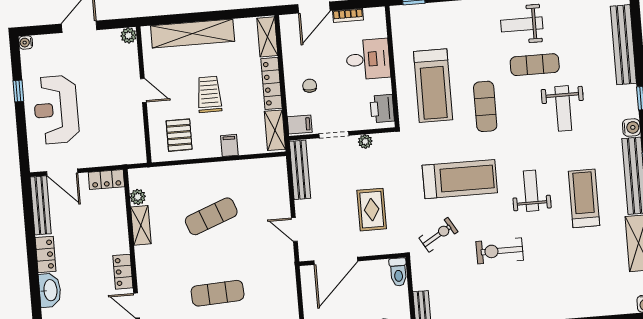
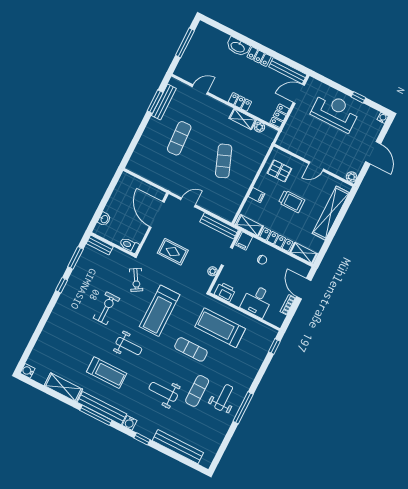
locker: (123, 272) -> (240, 102), moved

